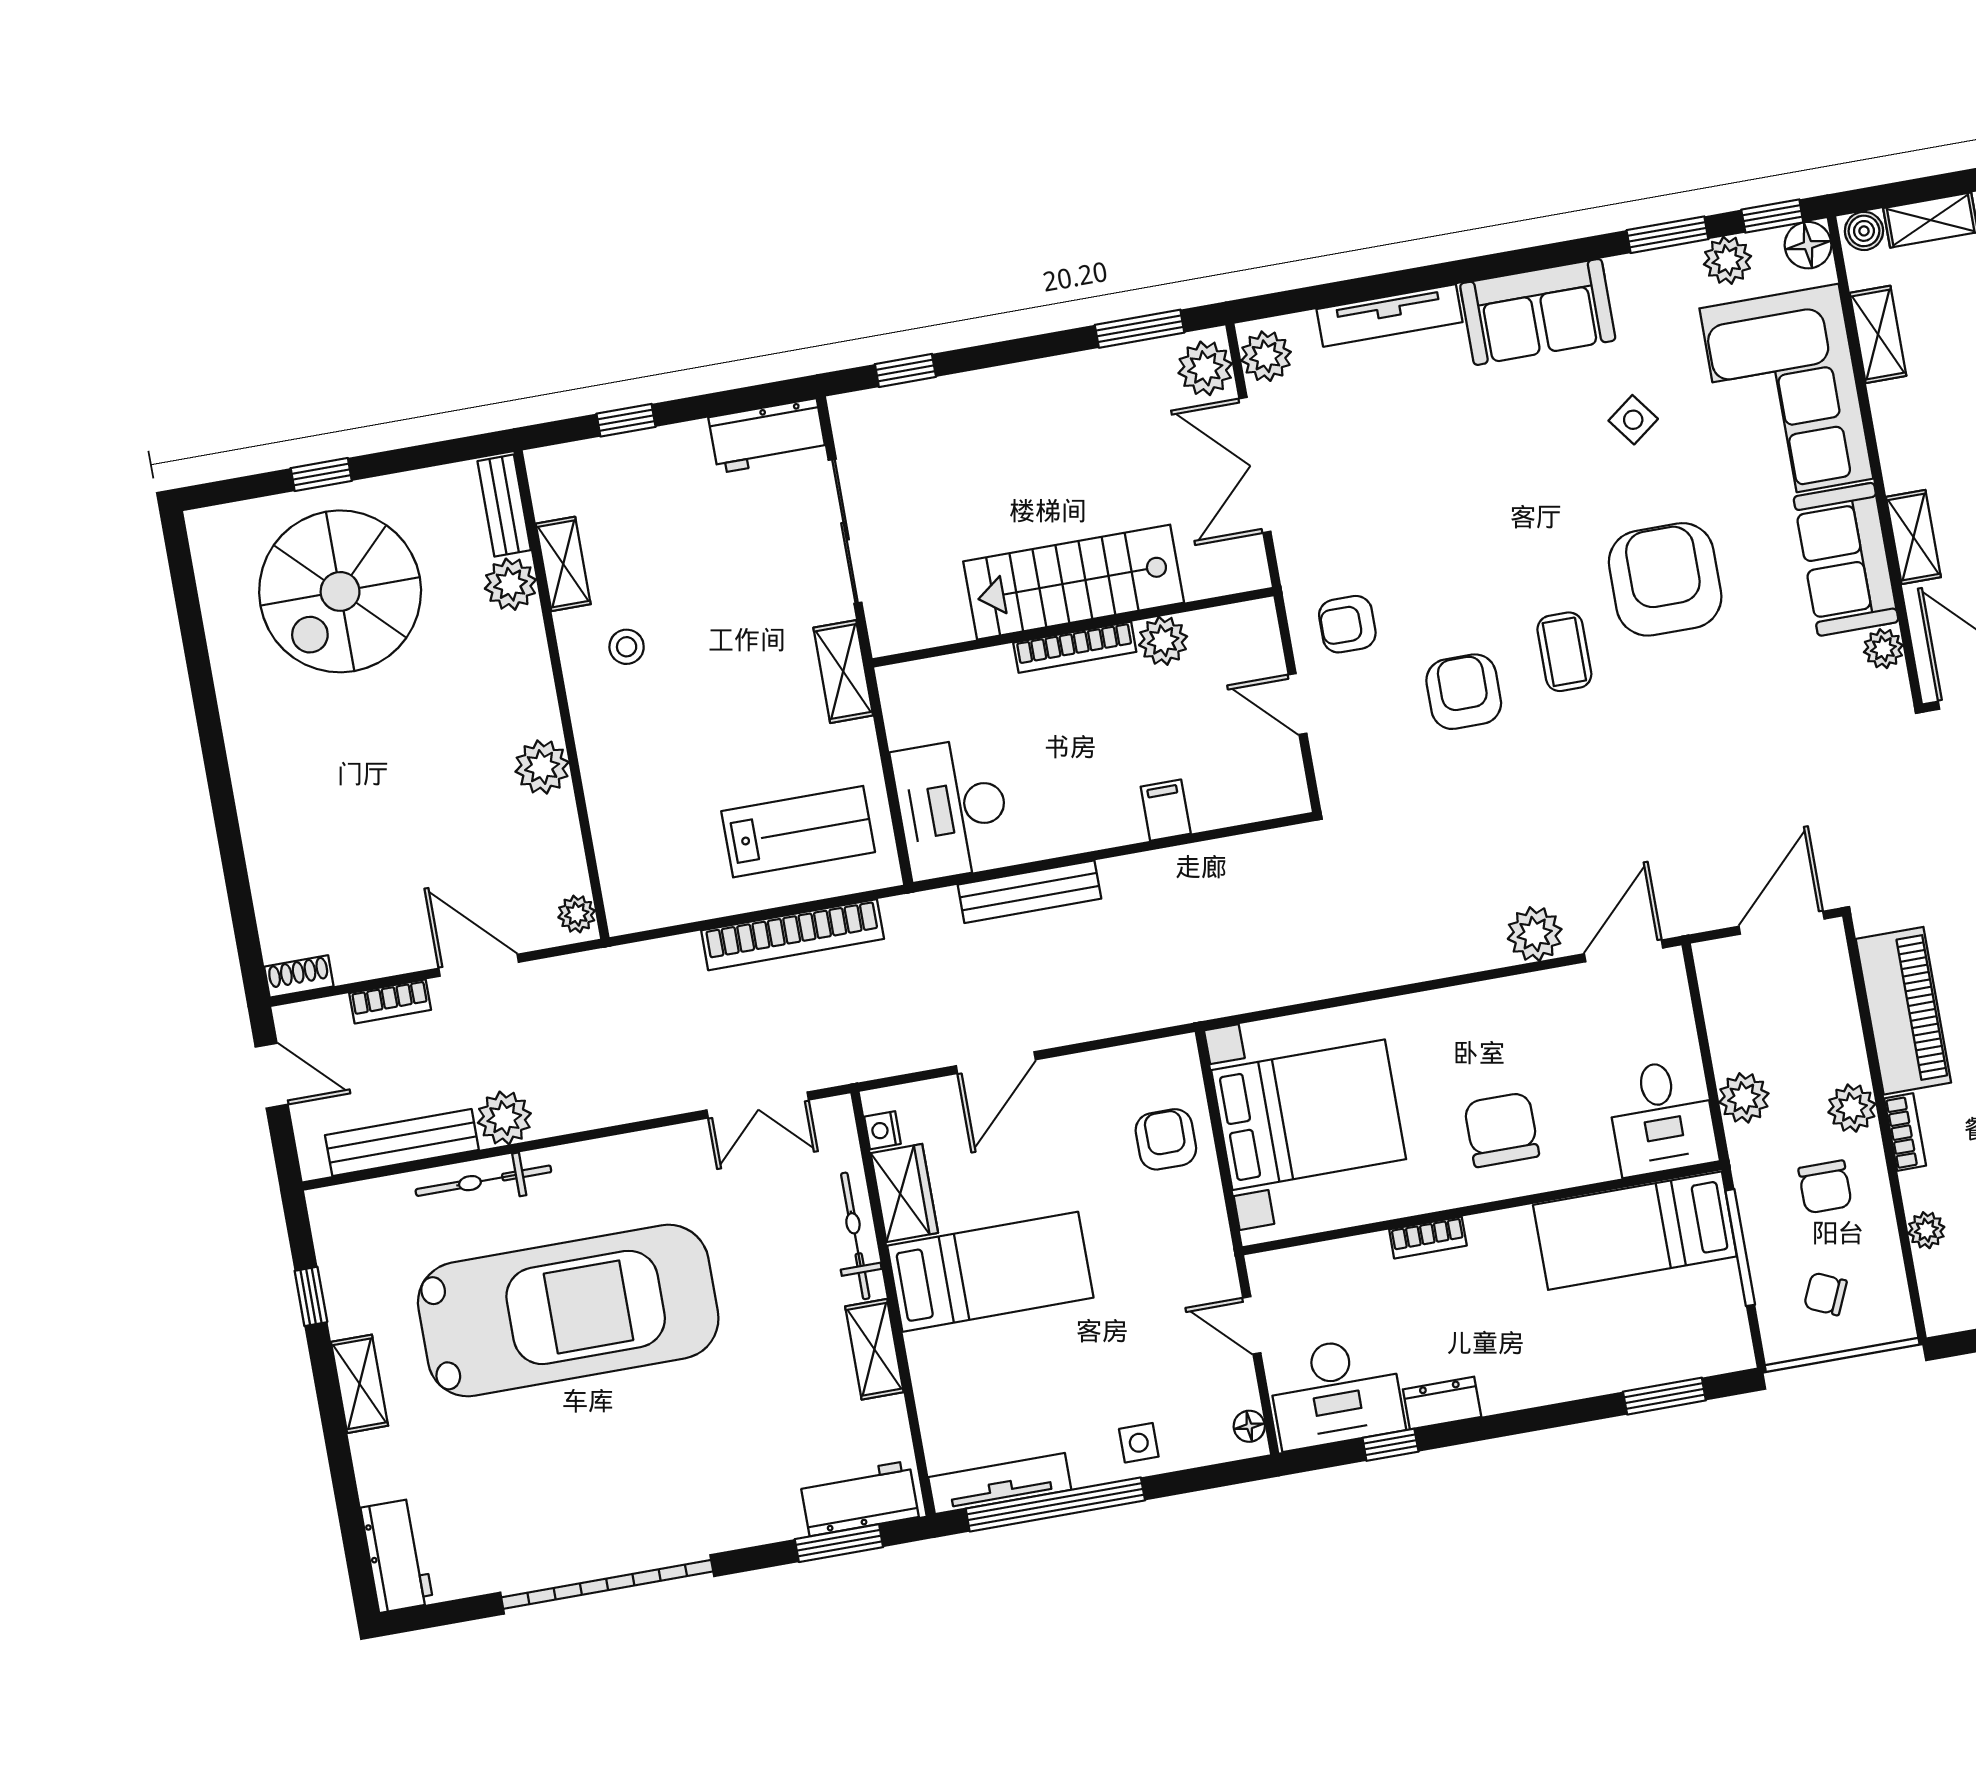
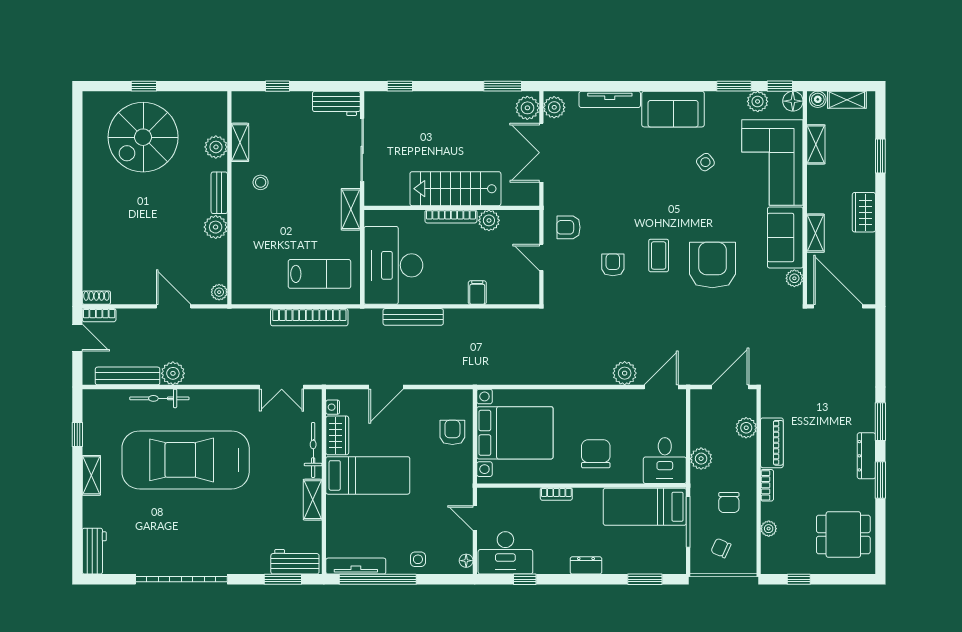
bench: (504, 506) -> (219, 193), moved
armchair: (1665, 579) -> (712, 265), moved
armchair: (1464, 692) -> (613, 265), width x0.72, depth x0.72
desk: (952, 809) -> (393, 265), width x1.36, depth x1.30
bookcase: (390, 1002) -> (99, 315), moved
piano: (1903, 1011) -> (772, 443), width x0.73, depth x0.75
plant: (1852, 1108) -> (746, 428), moved
car: (568, 1311) -> (186, 460), turned 180
dresser: (1442, 1403) -> (586, 565), moved

